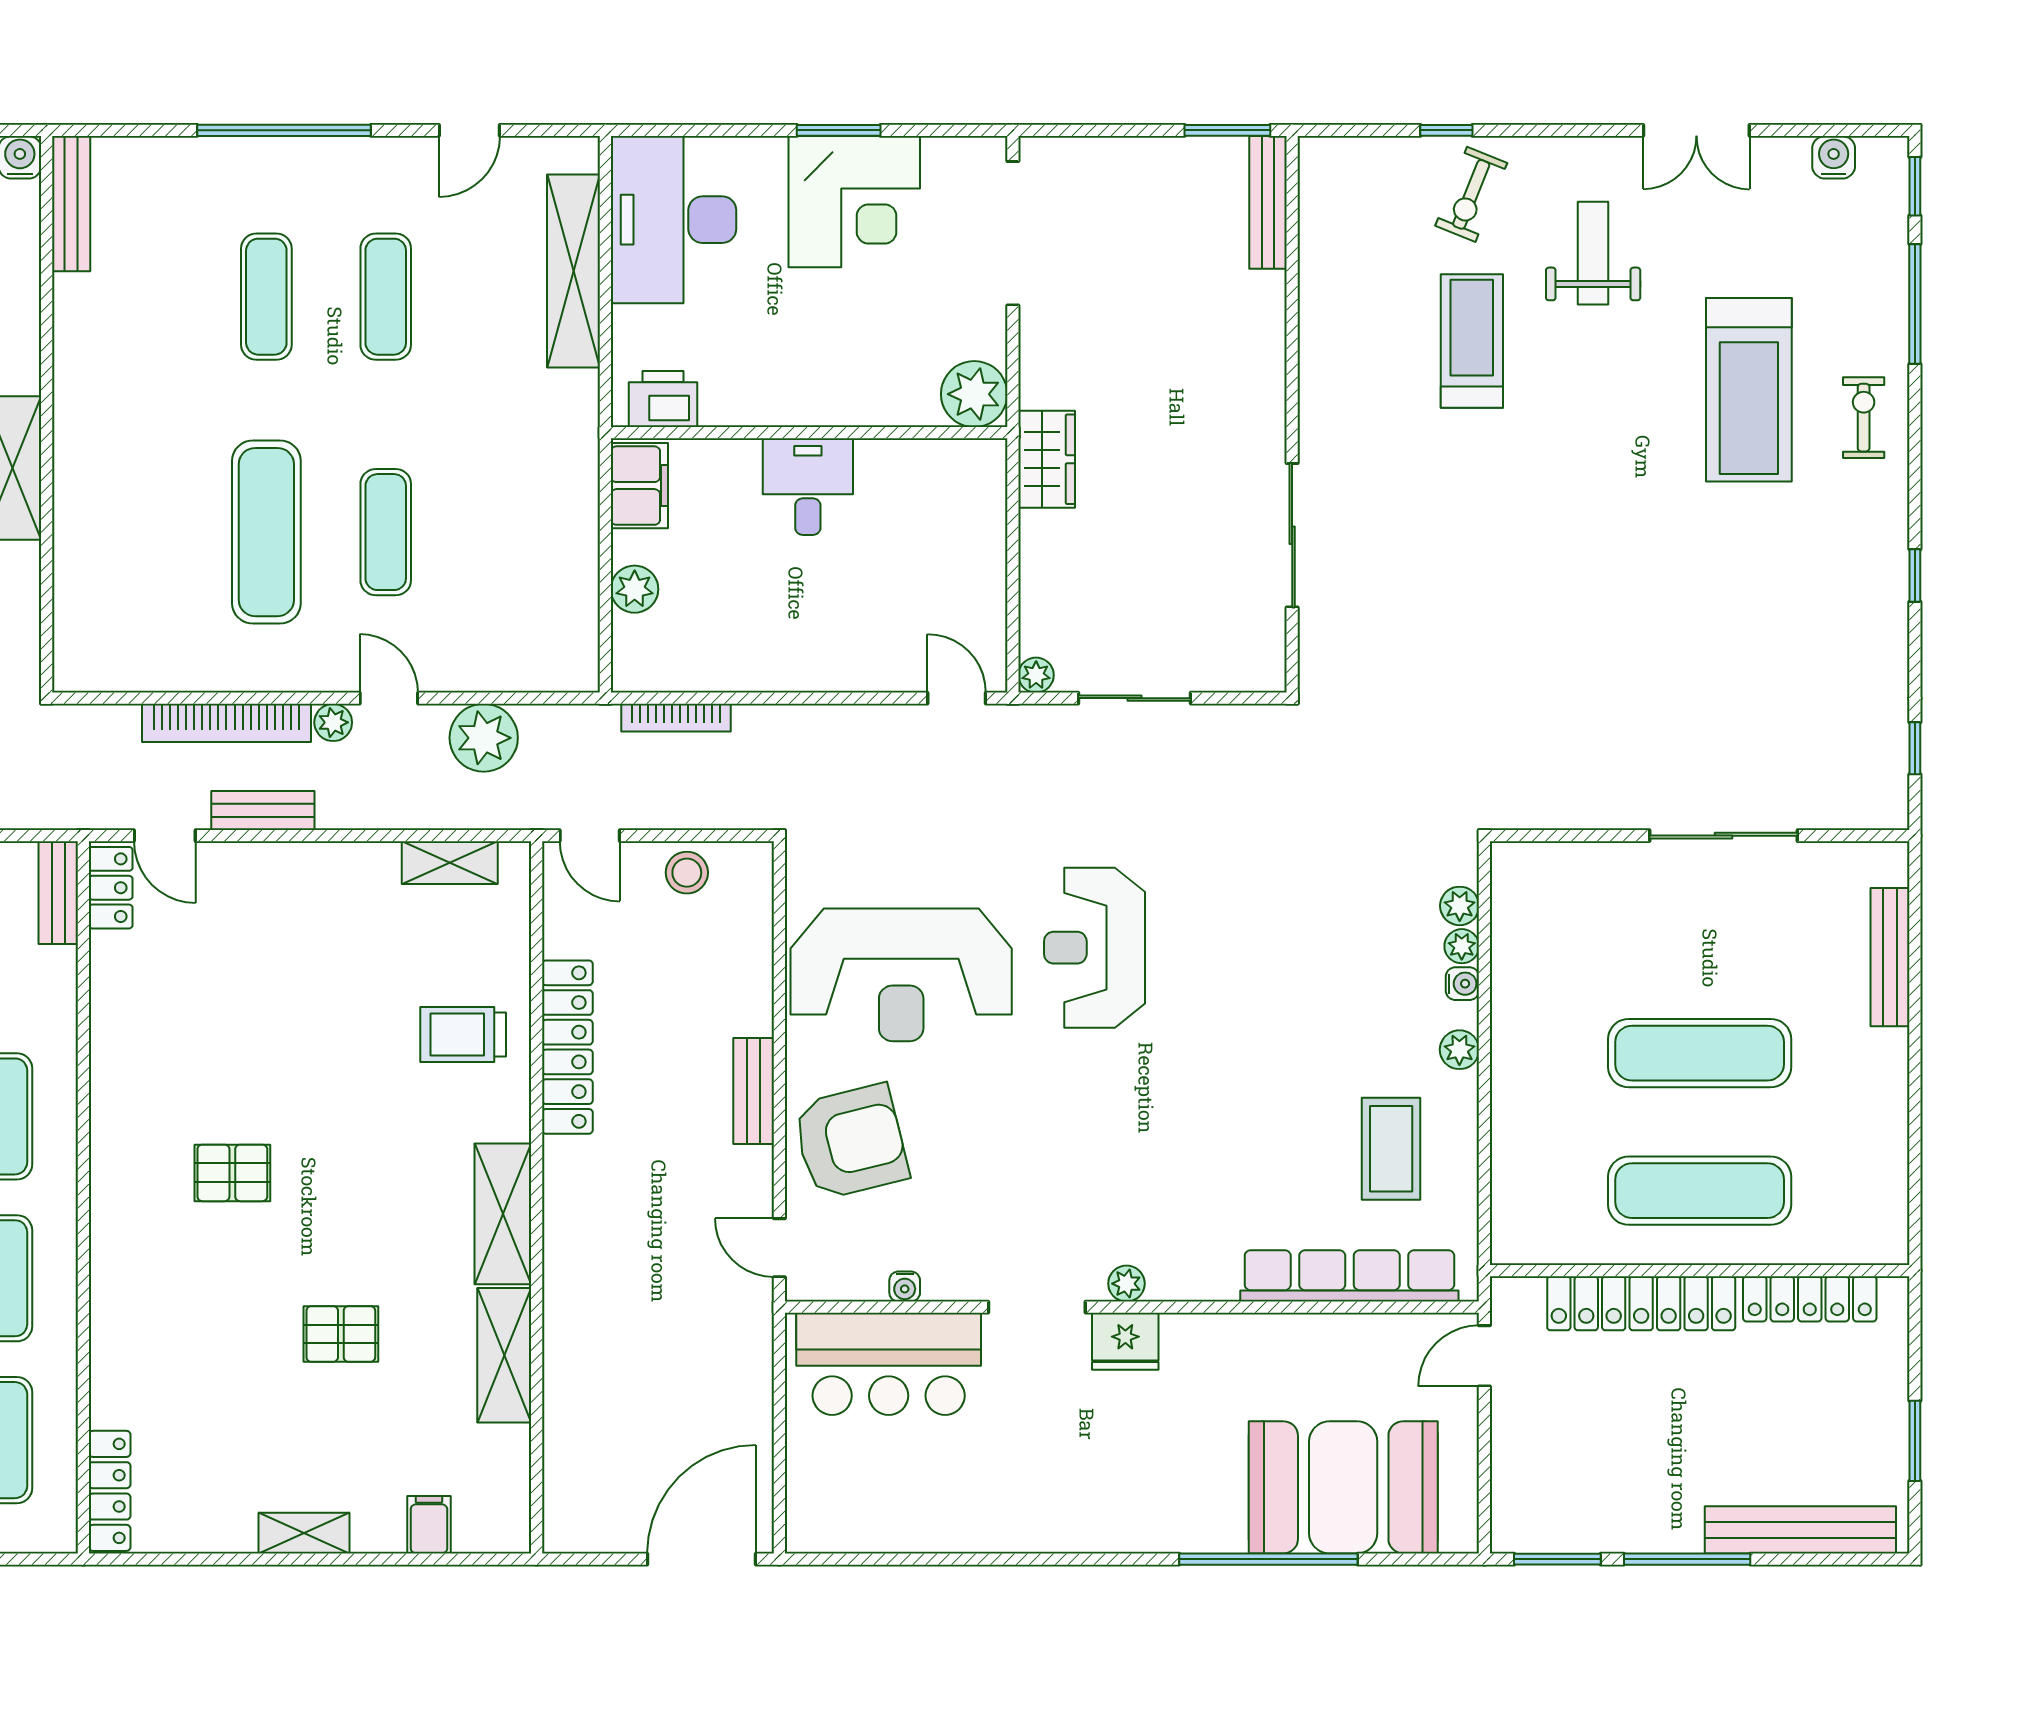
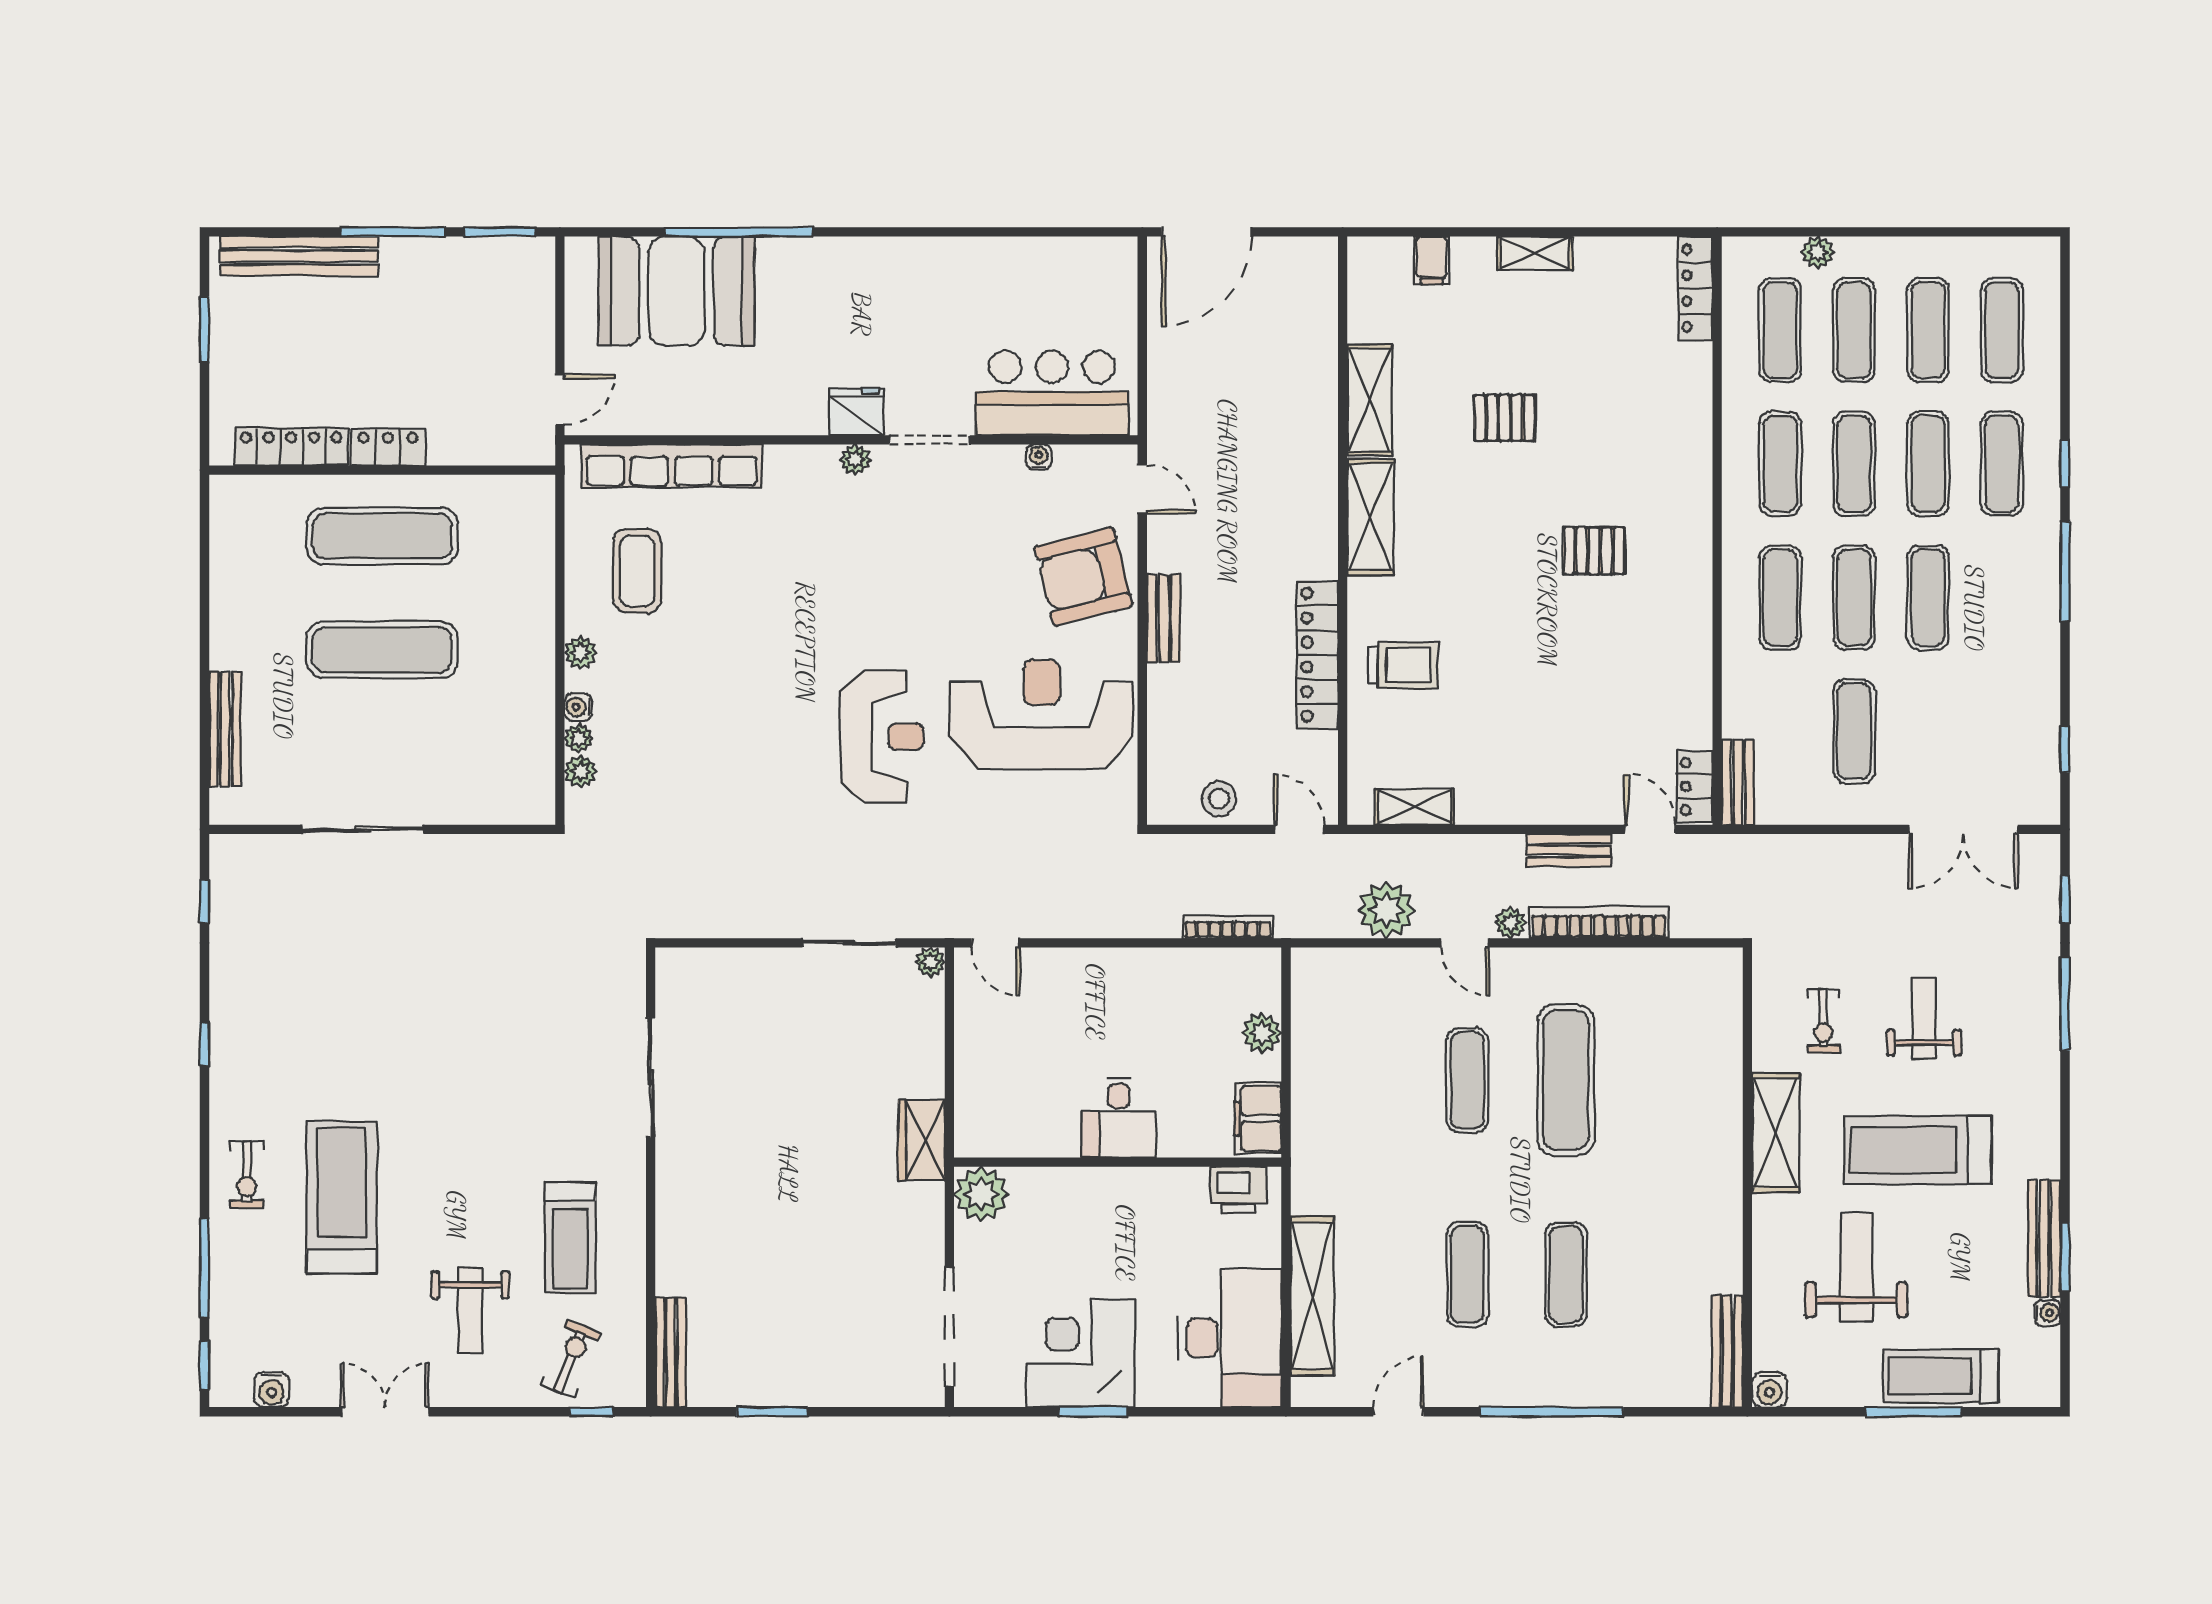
bench: (1268, 202) -> (671, 1352), moved
wall: (1292, 414) -> (651, 1177), moved
sliding door: (1292, 535) -> (651, 1077), moved
locker: (1641, 1303) -> (388, 447), width x0.46, depth x0.83

